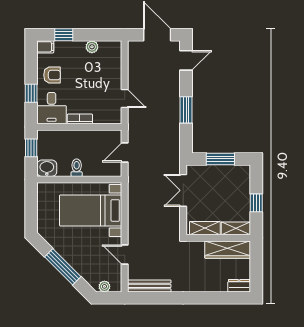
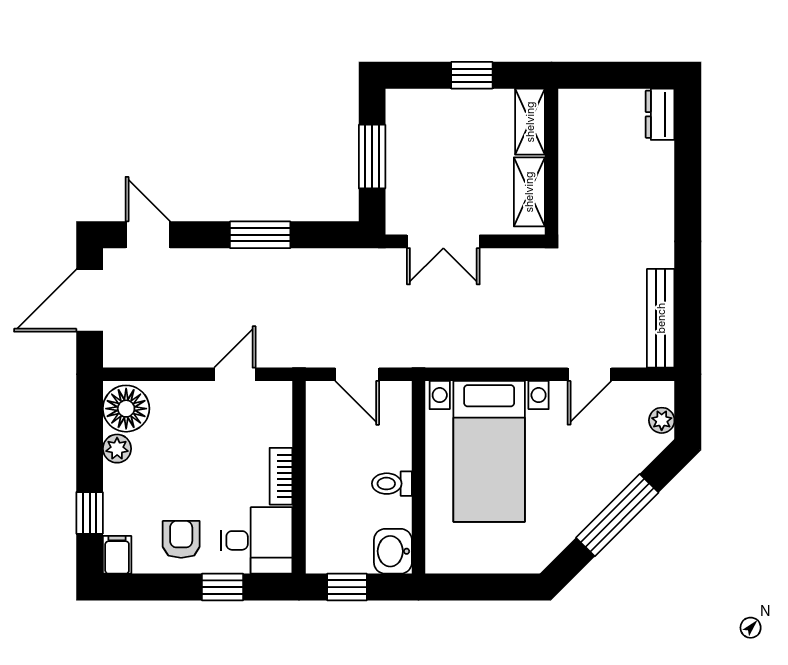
floor lamp: (110, 51) -> (126, 409), added
wardrobe: (228, 250) -> (578, 140), removed

